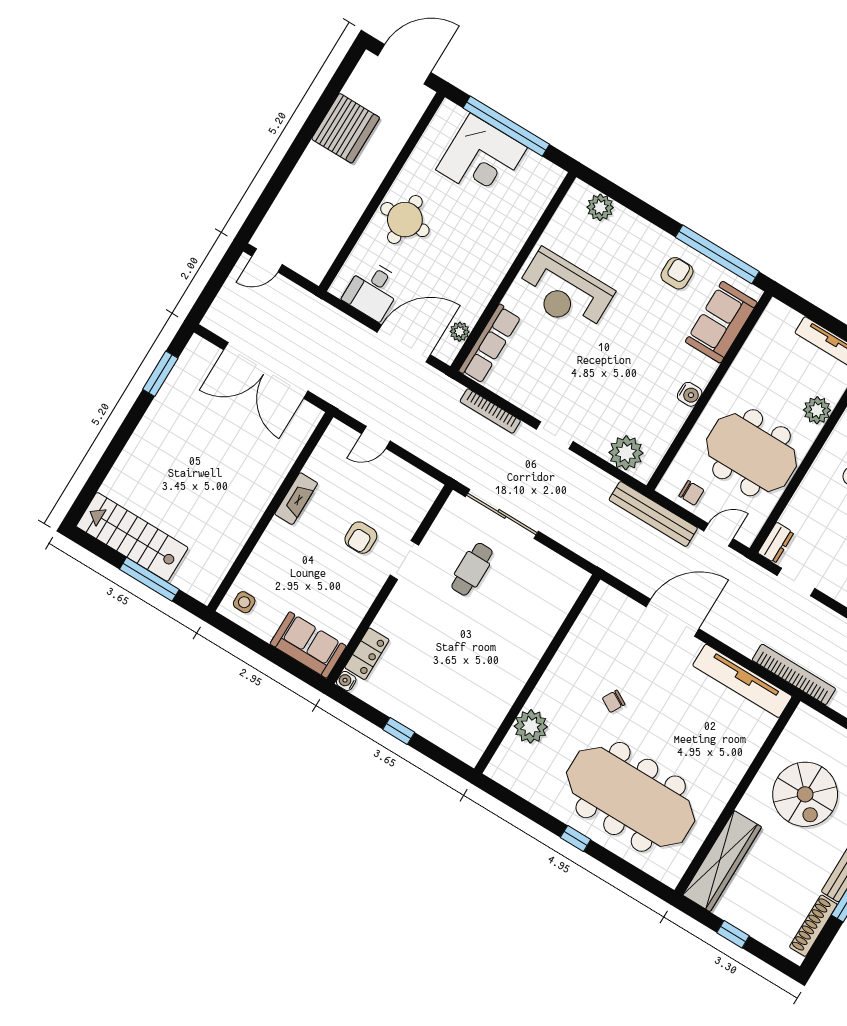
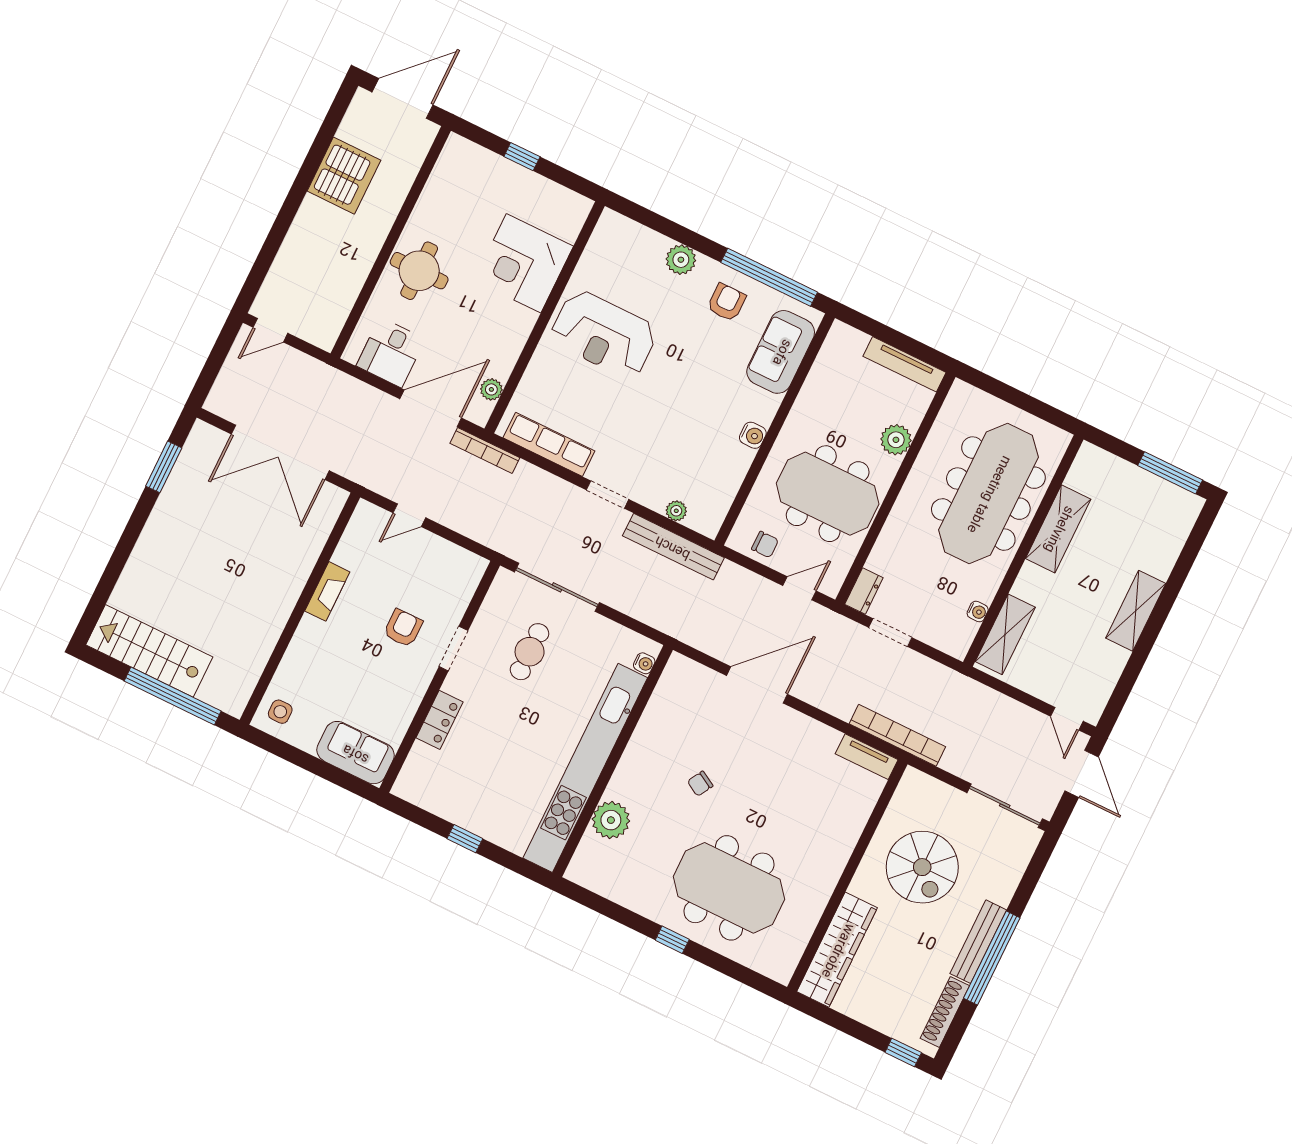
window: (506, 126) -> (522, 157), width x0.32
corner desk: (481, 159) -> (524, 263), moved, turned 90
plant: (600, 207) -> (681, 260), moved
row of seats: (490, 344) -> (549, 444), moved, turned -90
bookcase: (490, 411) -> (485, 451), moved
plant: (626, 453) -> (676, 511), width x0.53, depth x0.53
bench: (653, 514) -> (673, 547), moved
armchair: (361, 538) -> (403, 628), turned 180
window: (149, 579) -> (173, 696), width x1.46
locker: (367, 654) -> (440, 720), moved
kitchen unit: (512, 678) -> (585, 768), added
water cooler: (346, 681) -> (644, 663), moved, turned 180
tv unit: (742, 681) -> (867, 757), width x0.52, depth x0.78
meeting table: (631, 797) -> (729, 888), width x0.73
window: (733, 934) -> (903, 1052), moved

